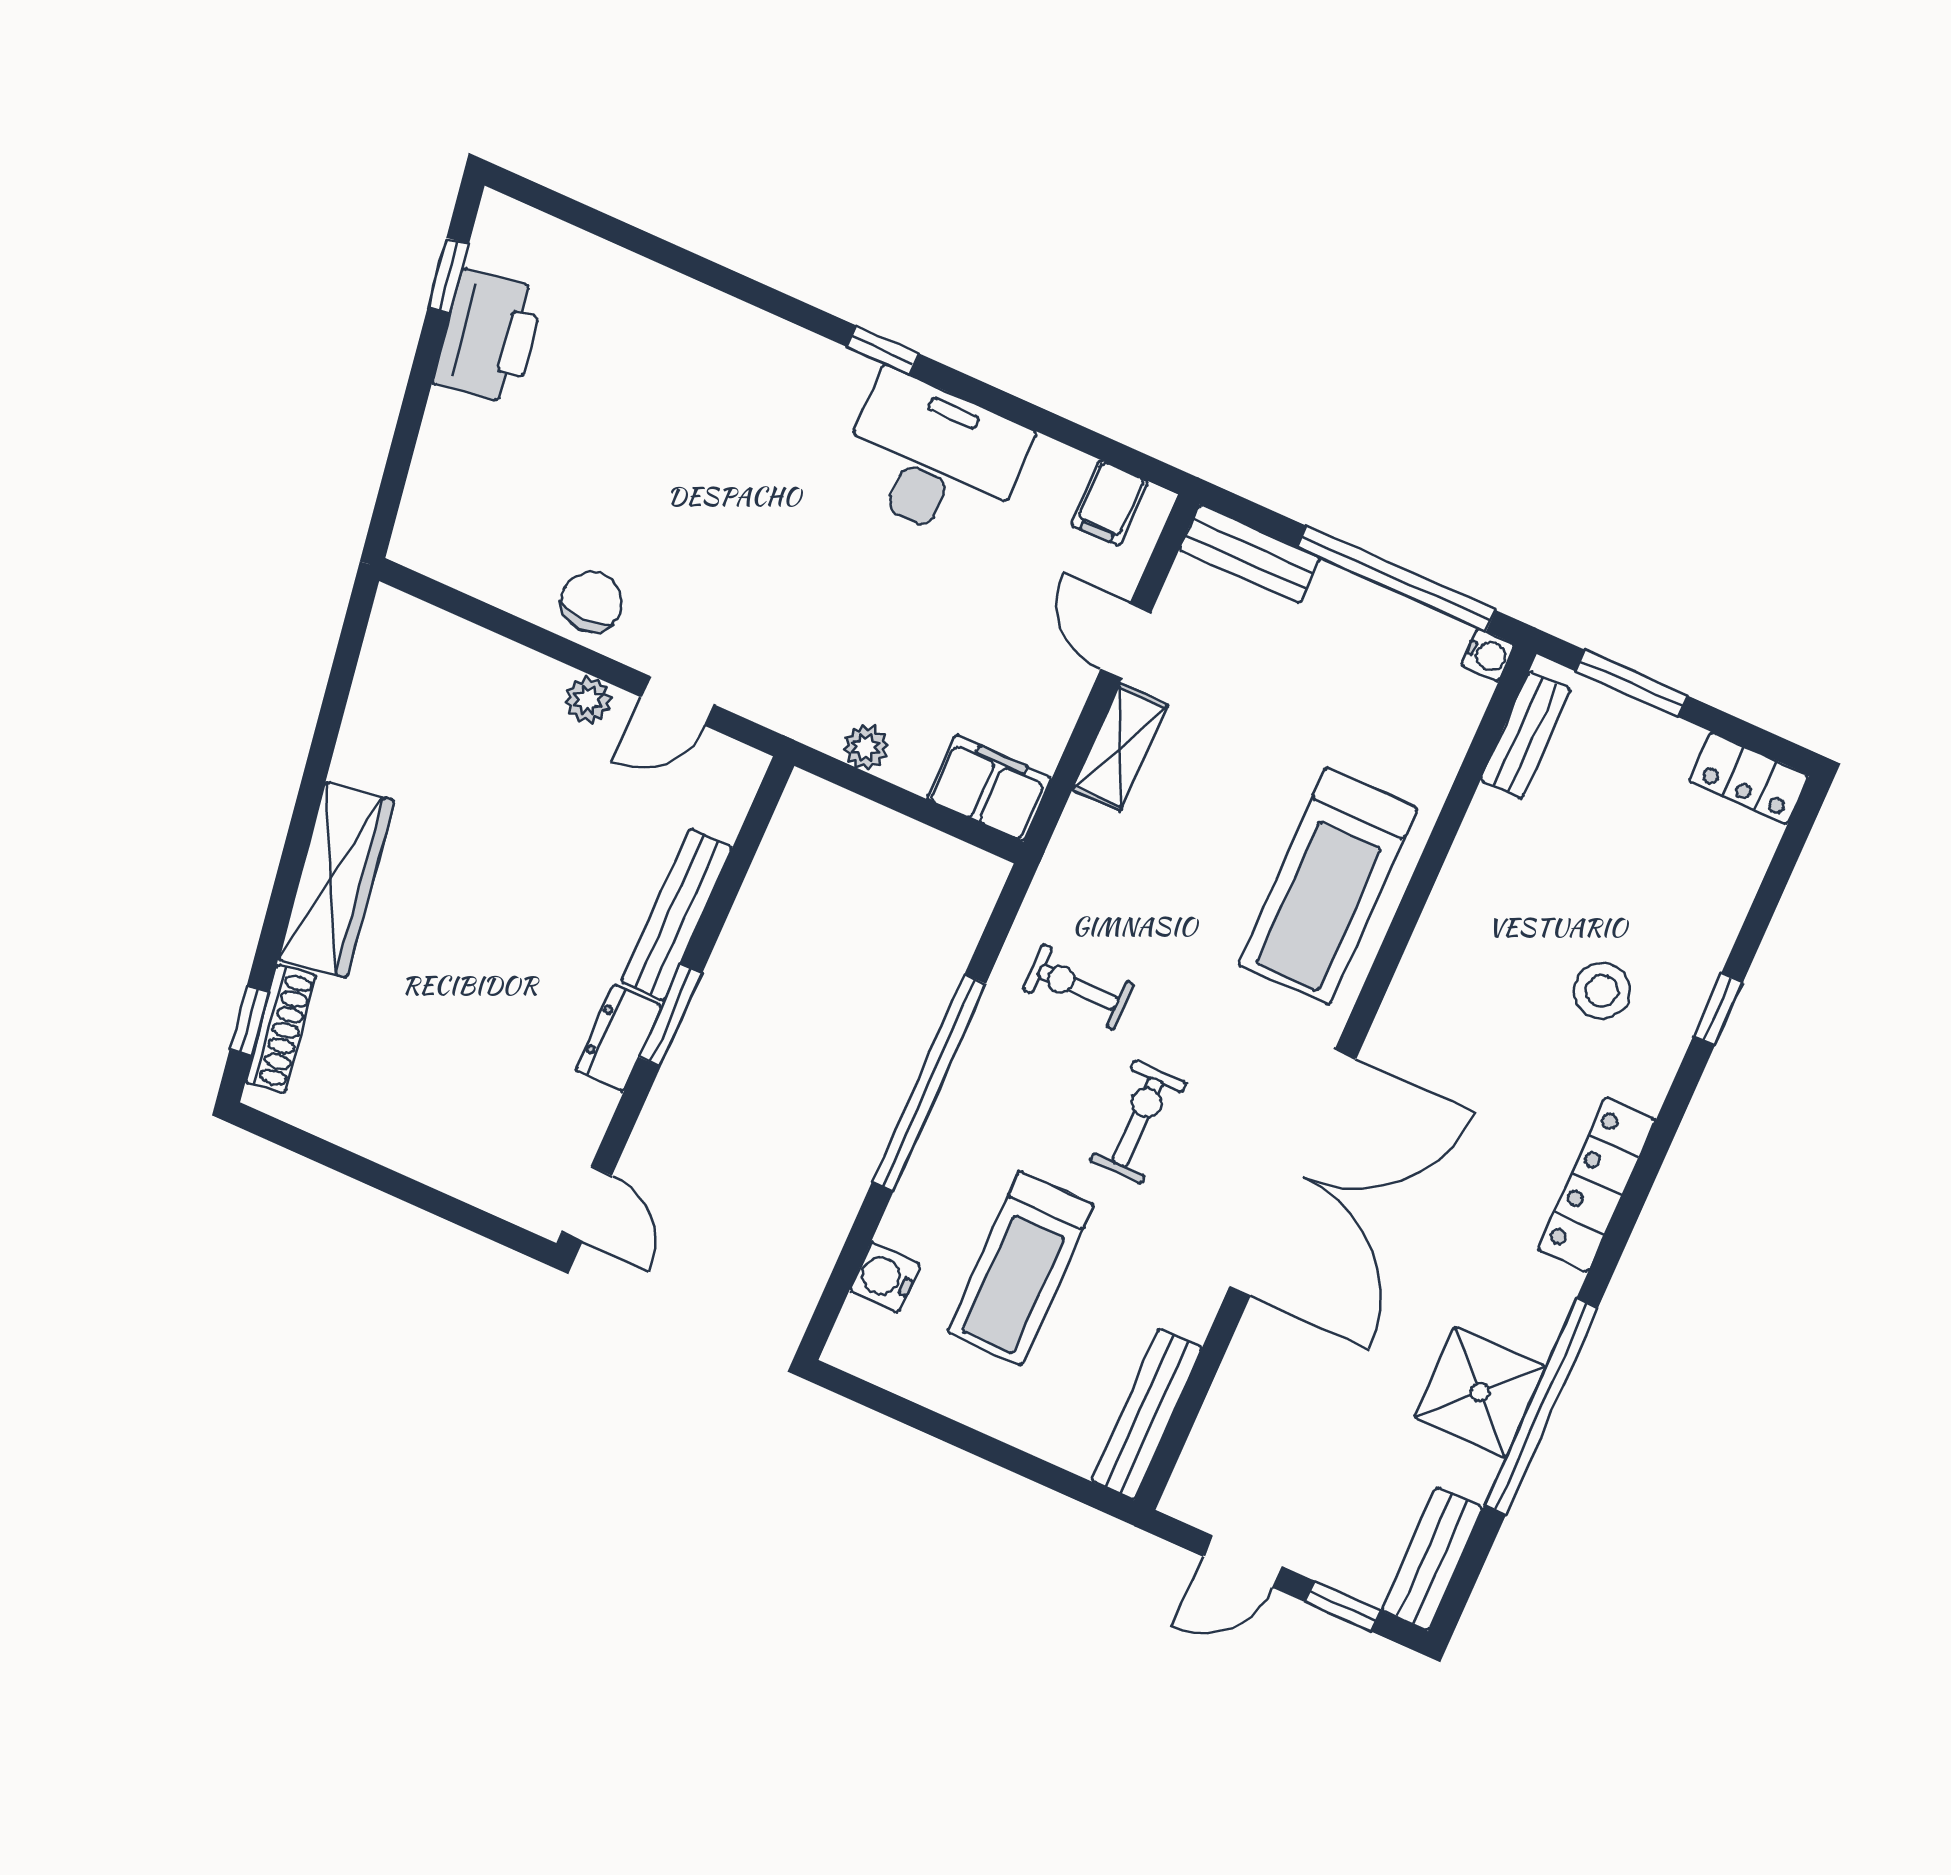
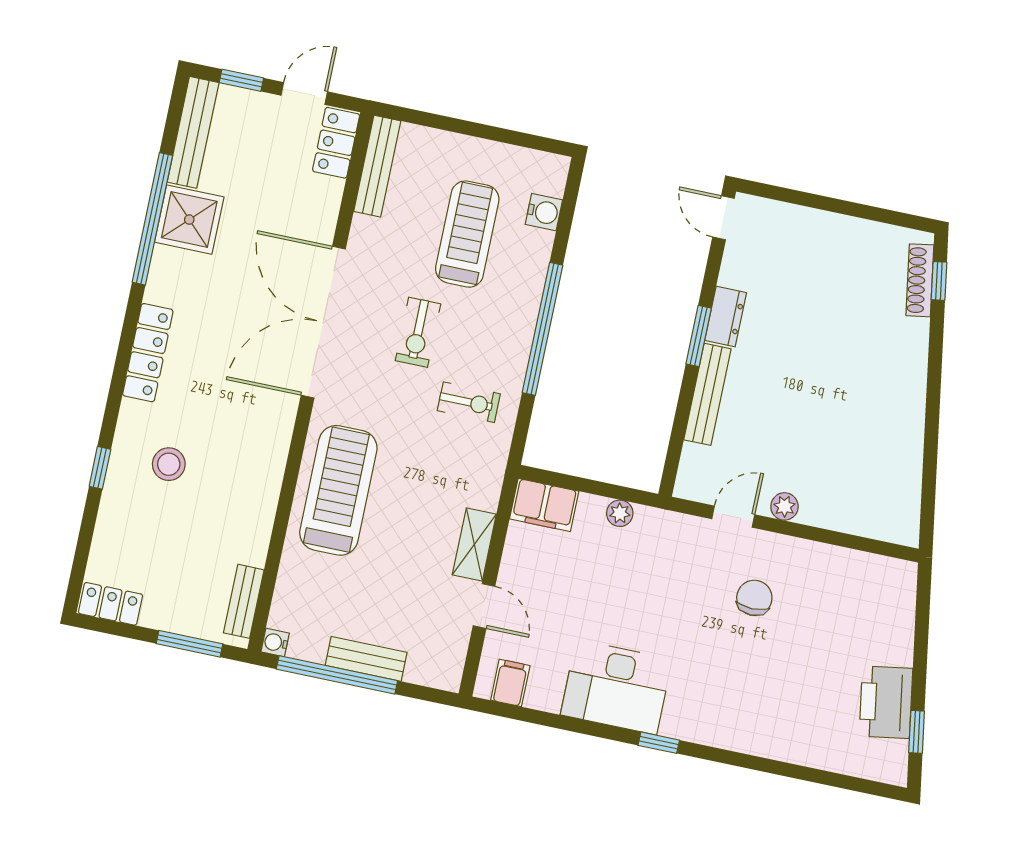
bench: (1250, 554) -> (366, 659), moved
chair: (591, 602) -> (754, 598), moved, turned 180
wardrobe: (336, 880) -> (907, 372), removed
locker: (1207, 1468) -> (336, 143), added
bench: (1432, 1559) -> (193, 132), width x1.36

